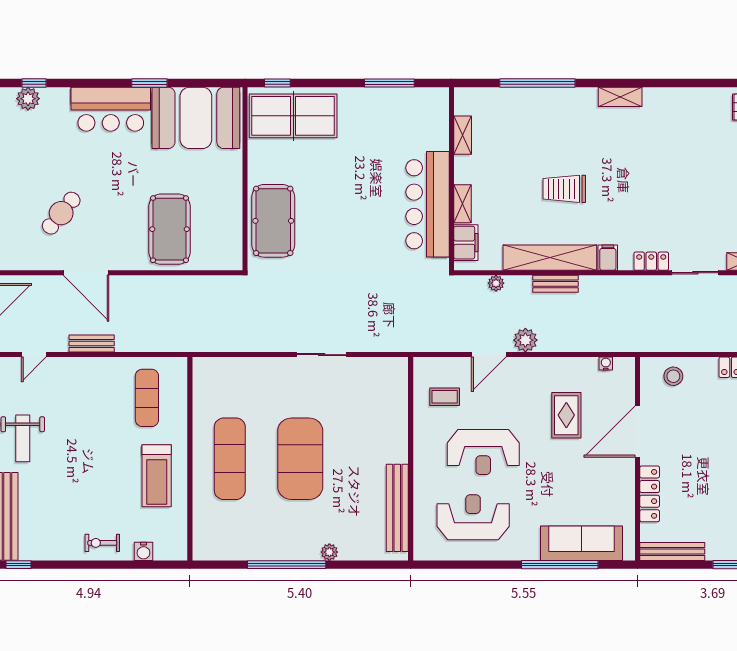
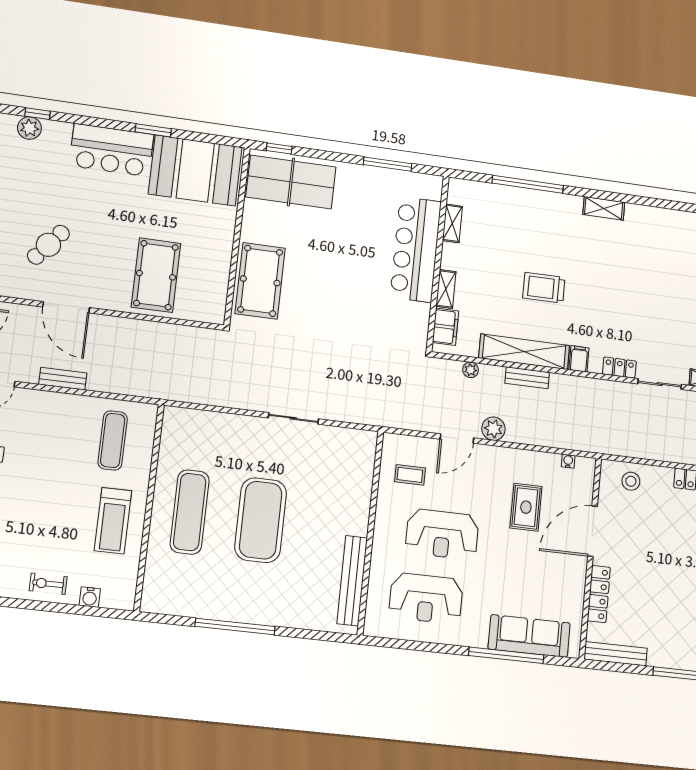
bar counter: (427, 204) -> (416, 249), moved
reception desk: (473, 517) -> (426, 598), turned 180
plant: (329, 552) -> (280, 618), removed

